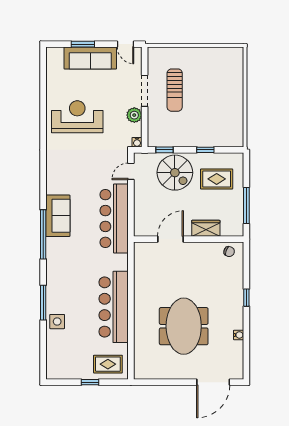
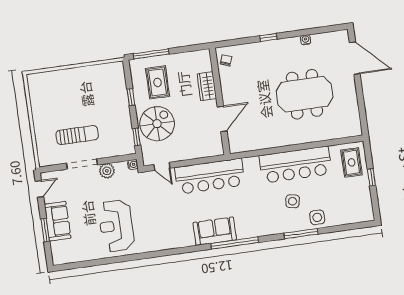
sofa: (90, 58) -> (58, 221), width x0.73
window: (246, 206) -> (151, 54), moved
door: (170, 239) -> (222, 119), swing flipped
side table: (77, 299) -> (293, 201), added

